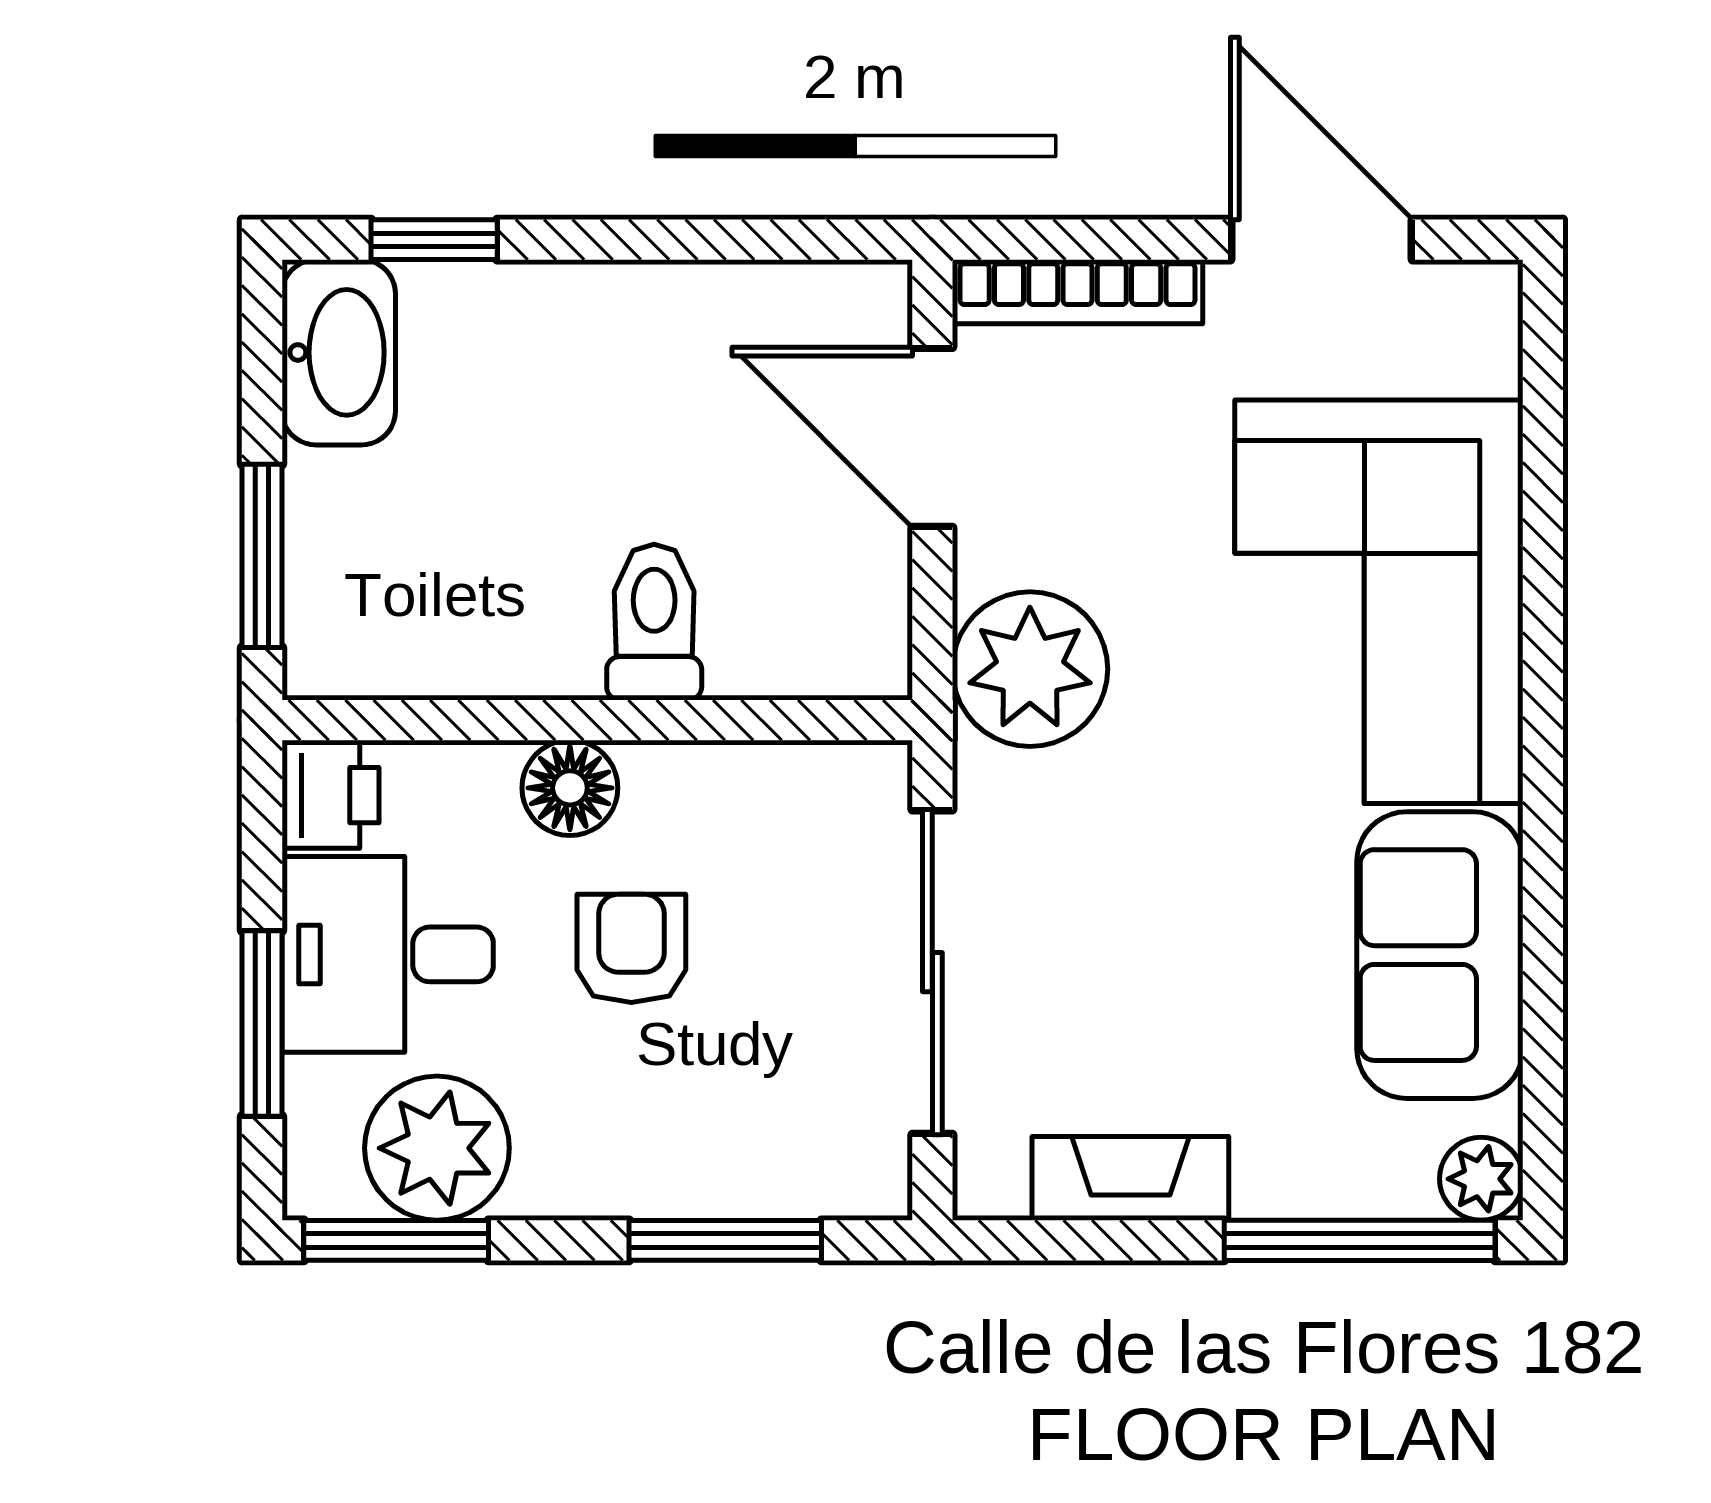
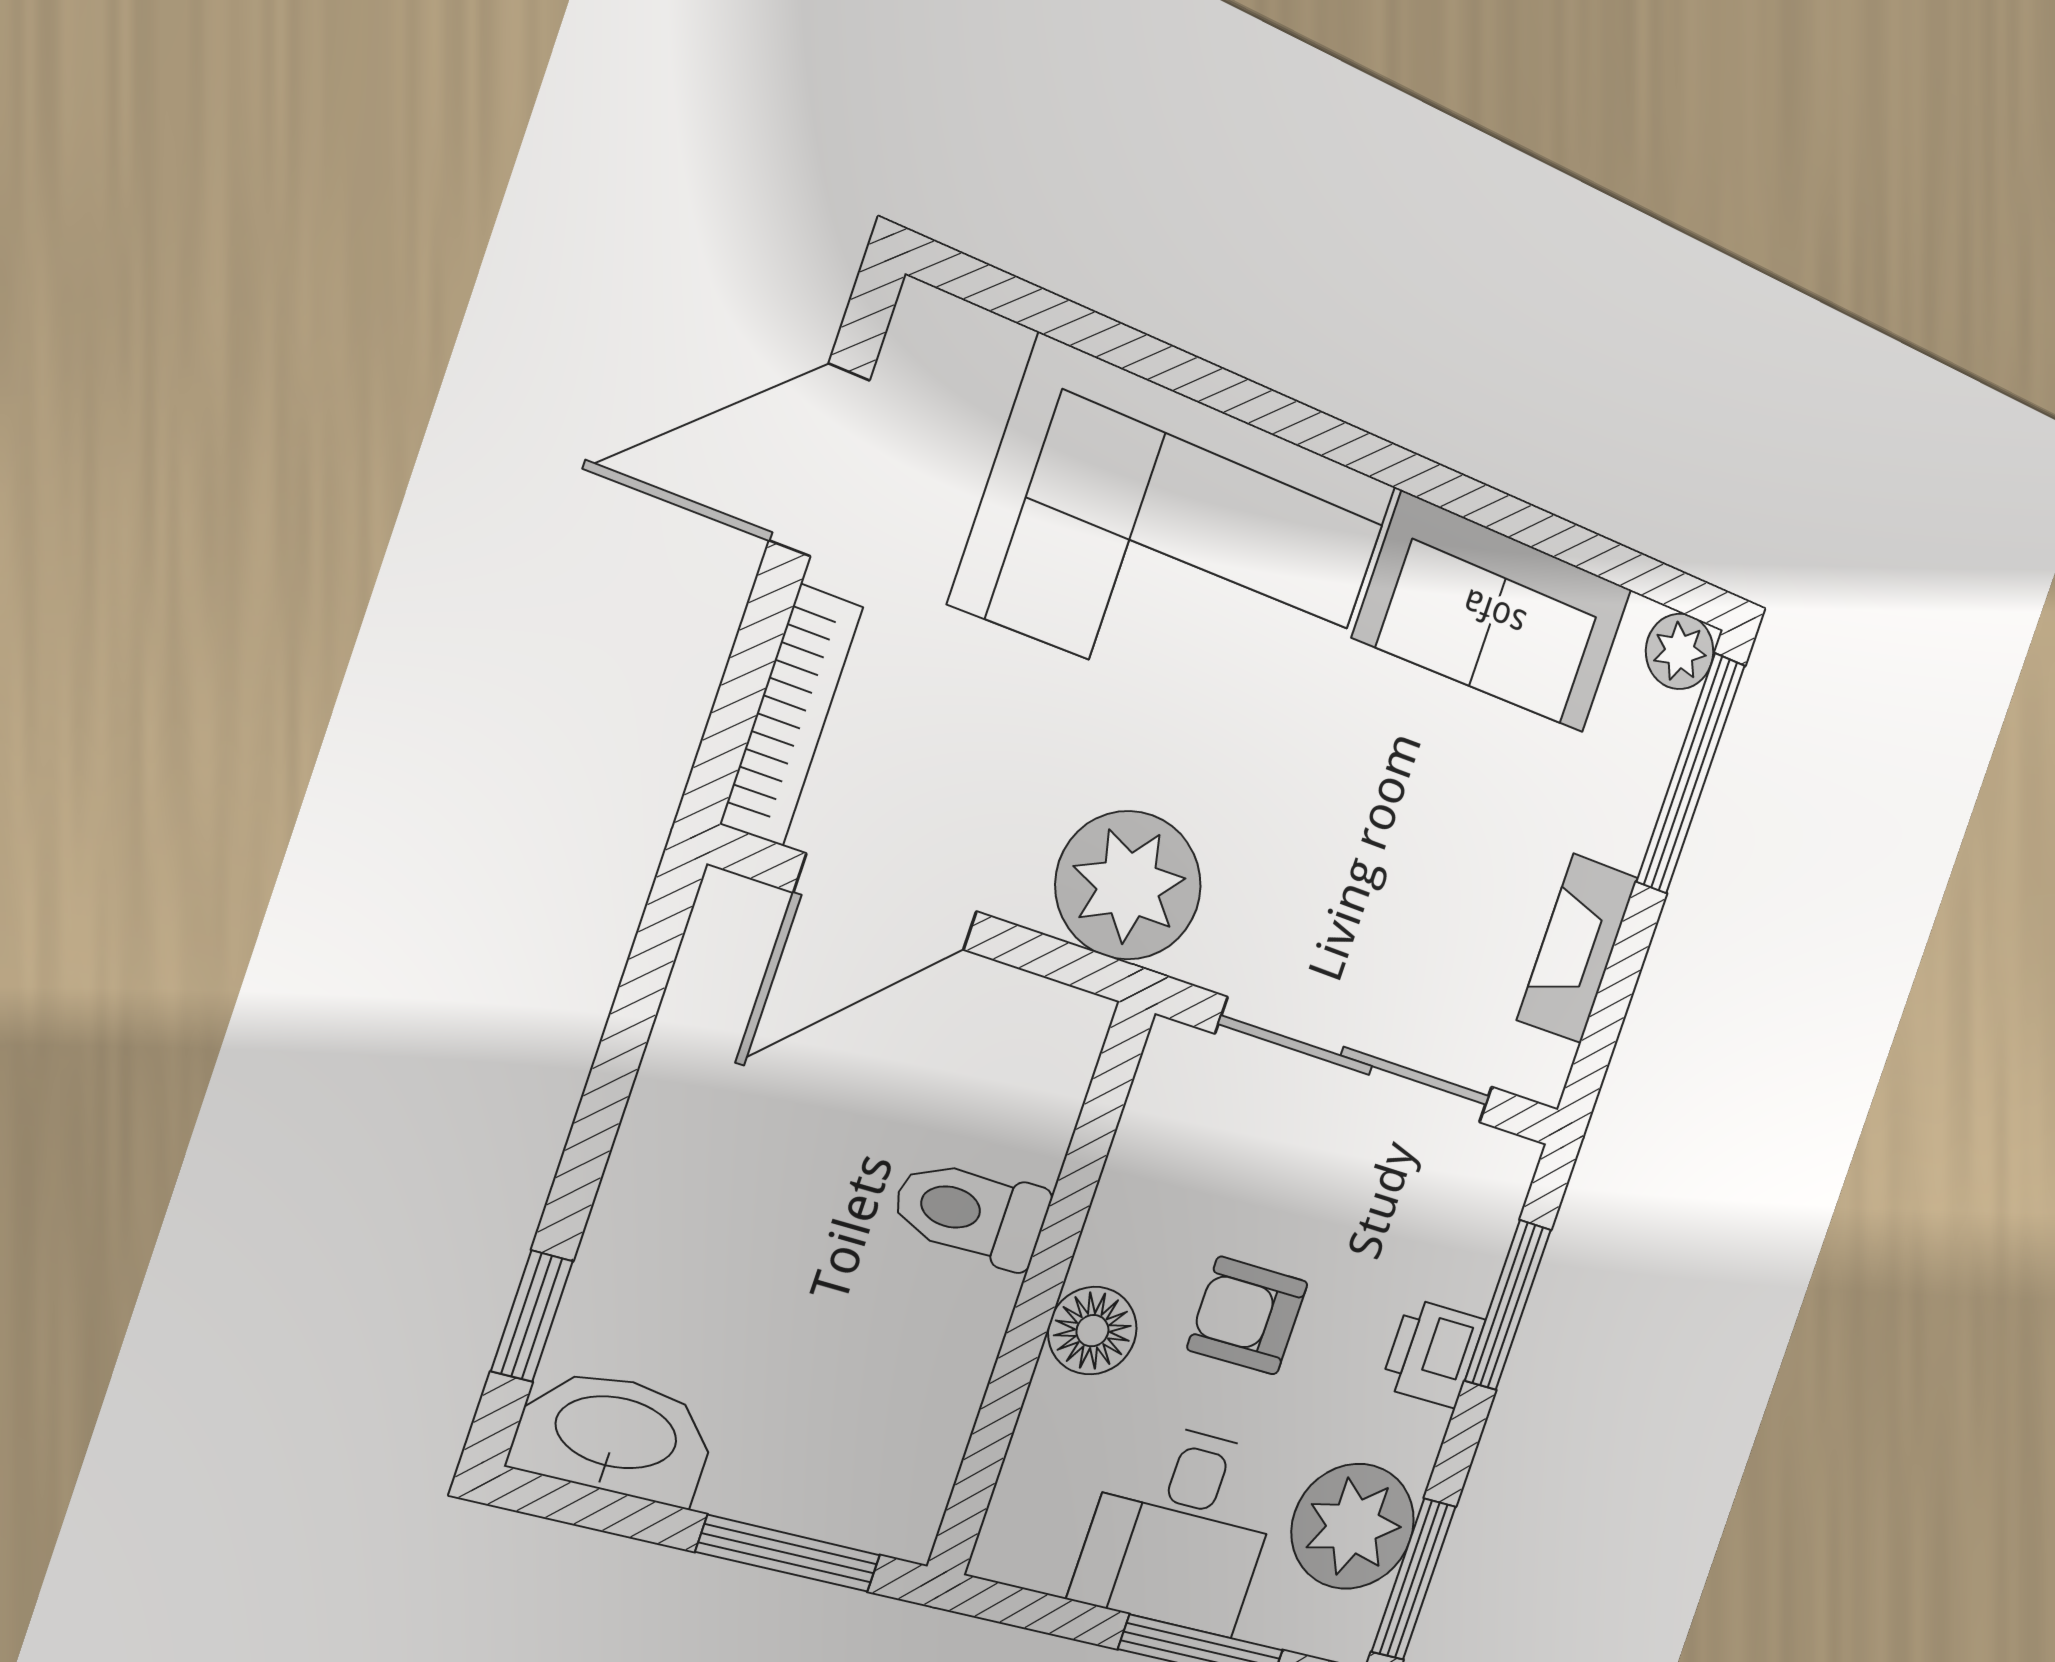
printer: (330, 795) -> (1433, 1353), moved, turned -90

